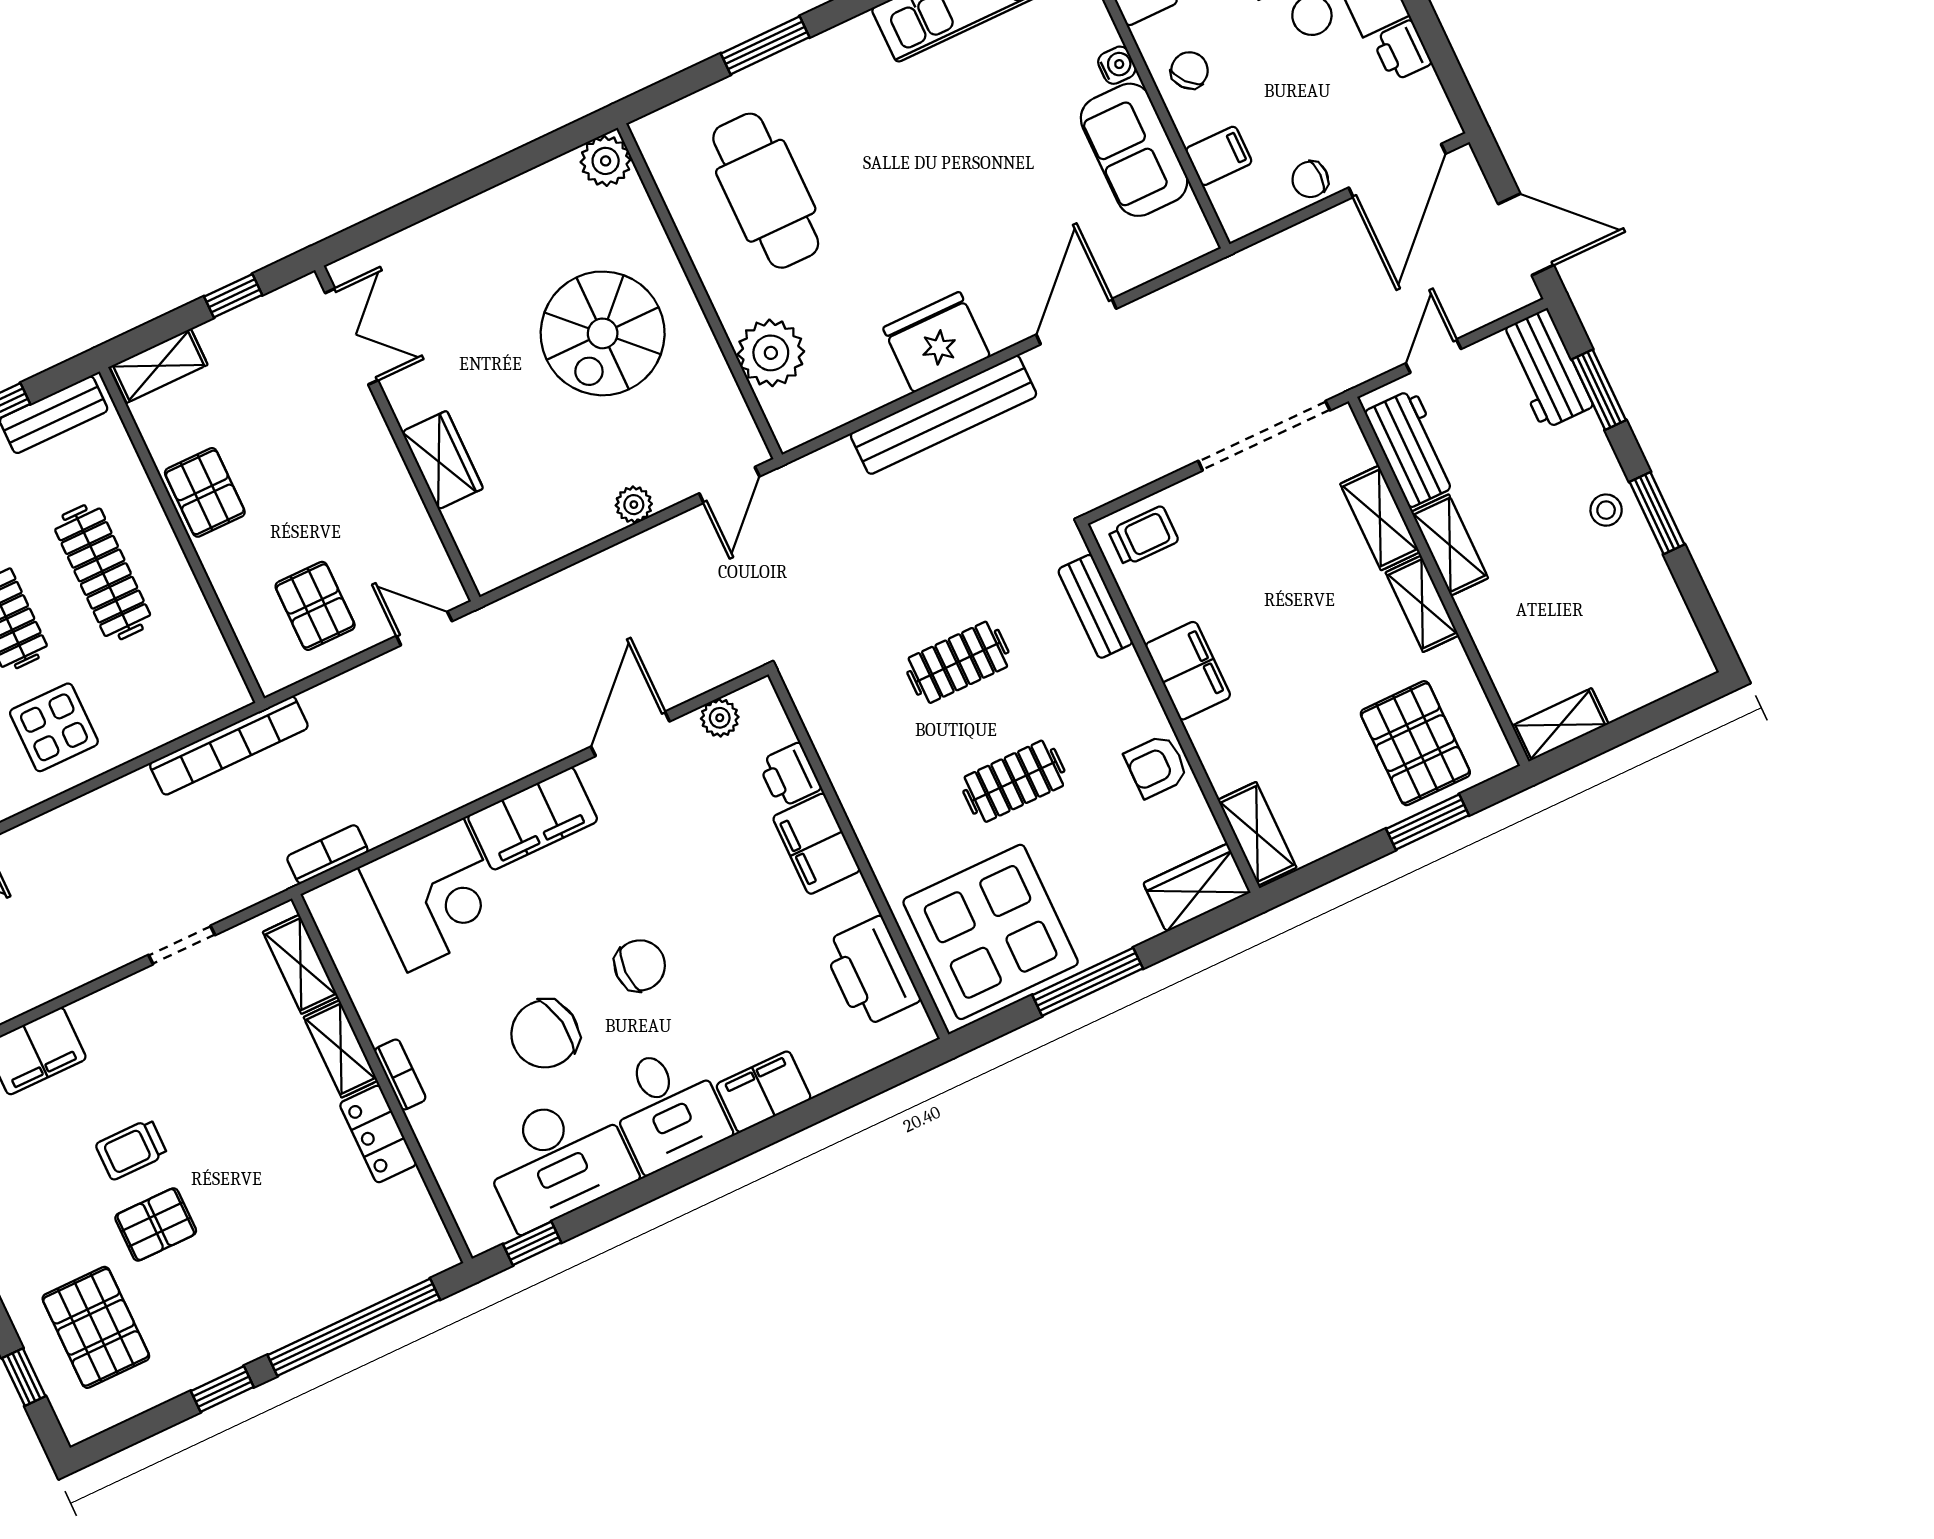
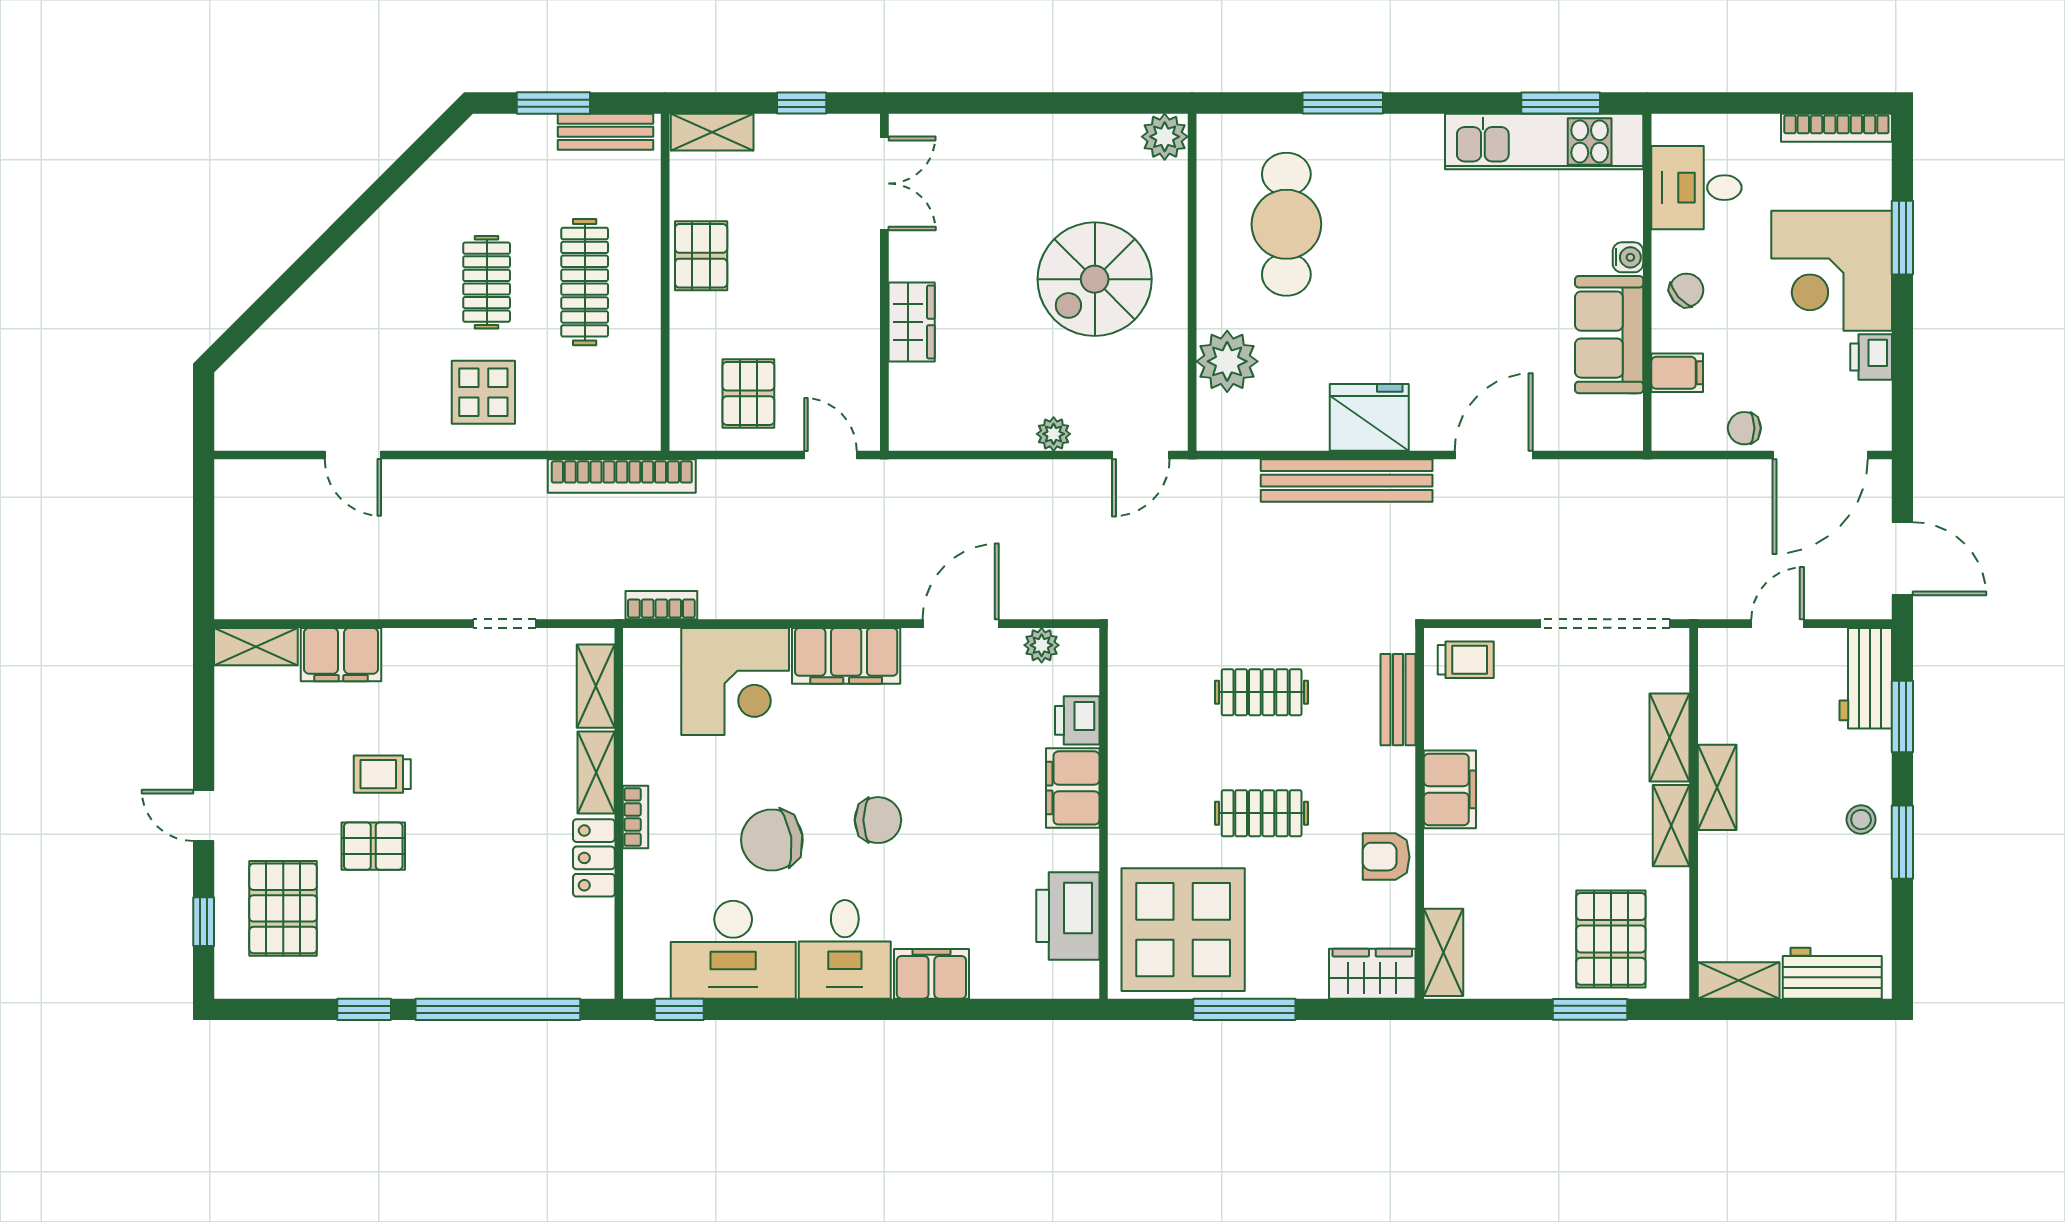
workbench: (1412, 448) -> (1832, 973), moved, turned -90

